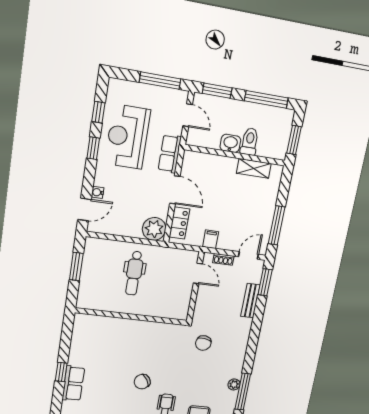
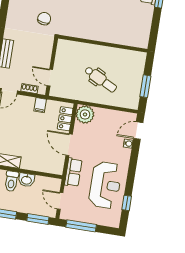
window: (93, 148) -> (131, 177), removed
dental chair: (134, 273) -> (101, 79), turned 117

